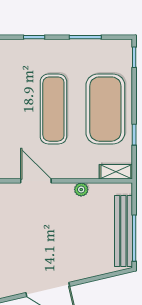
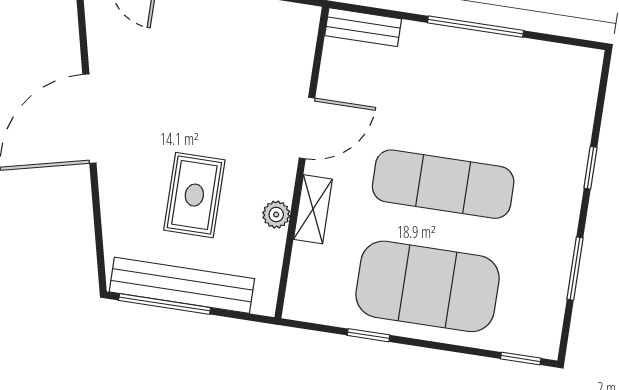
shelving: (116, 172) -> (313, 209), moved
rug: (78, 232) -> (194, 195), added

